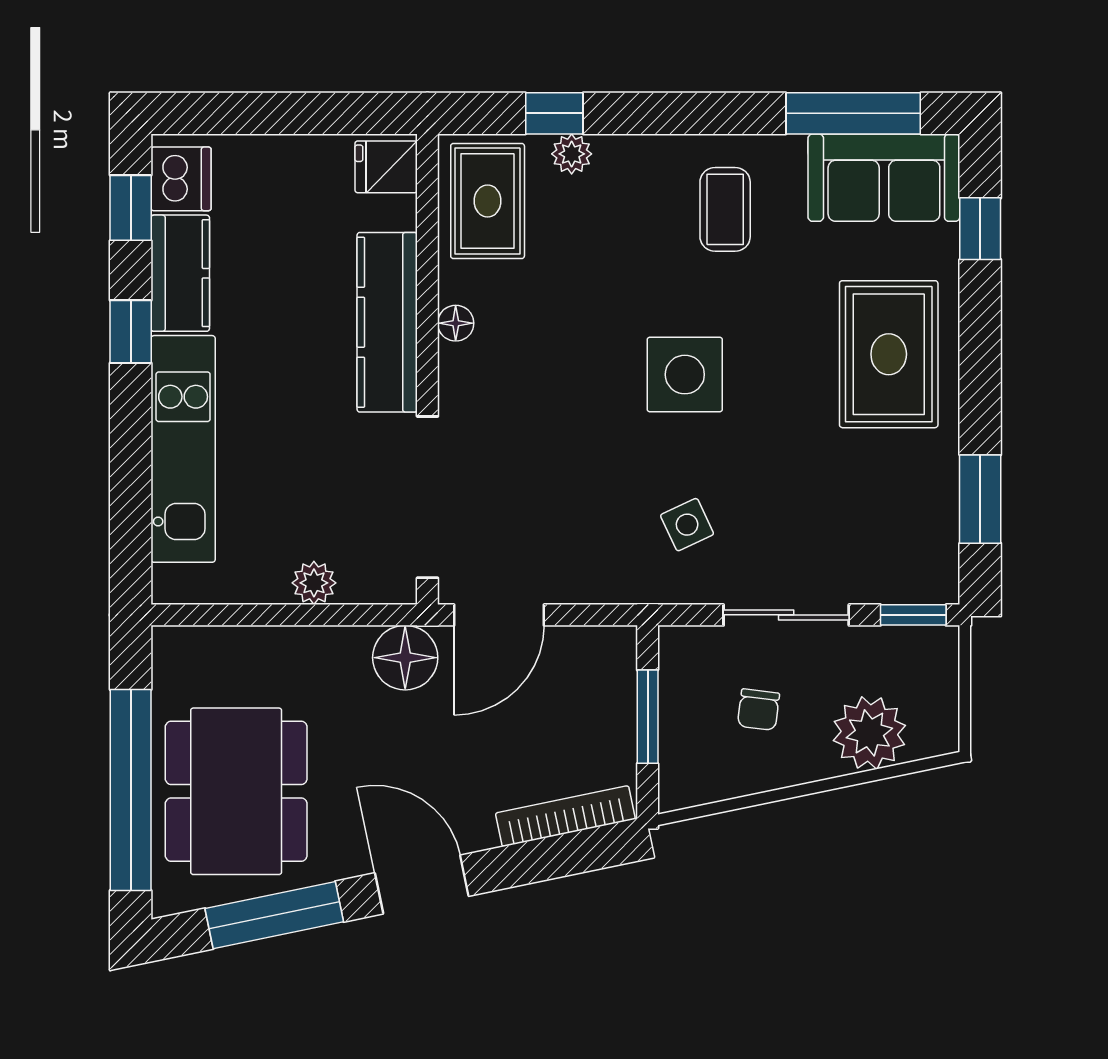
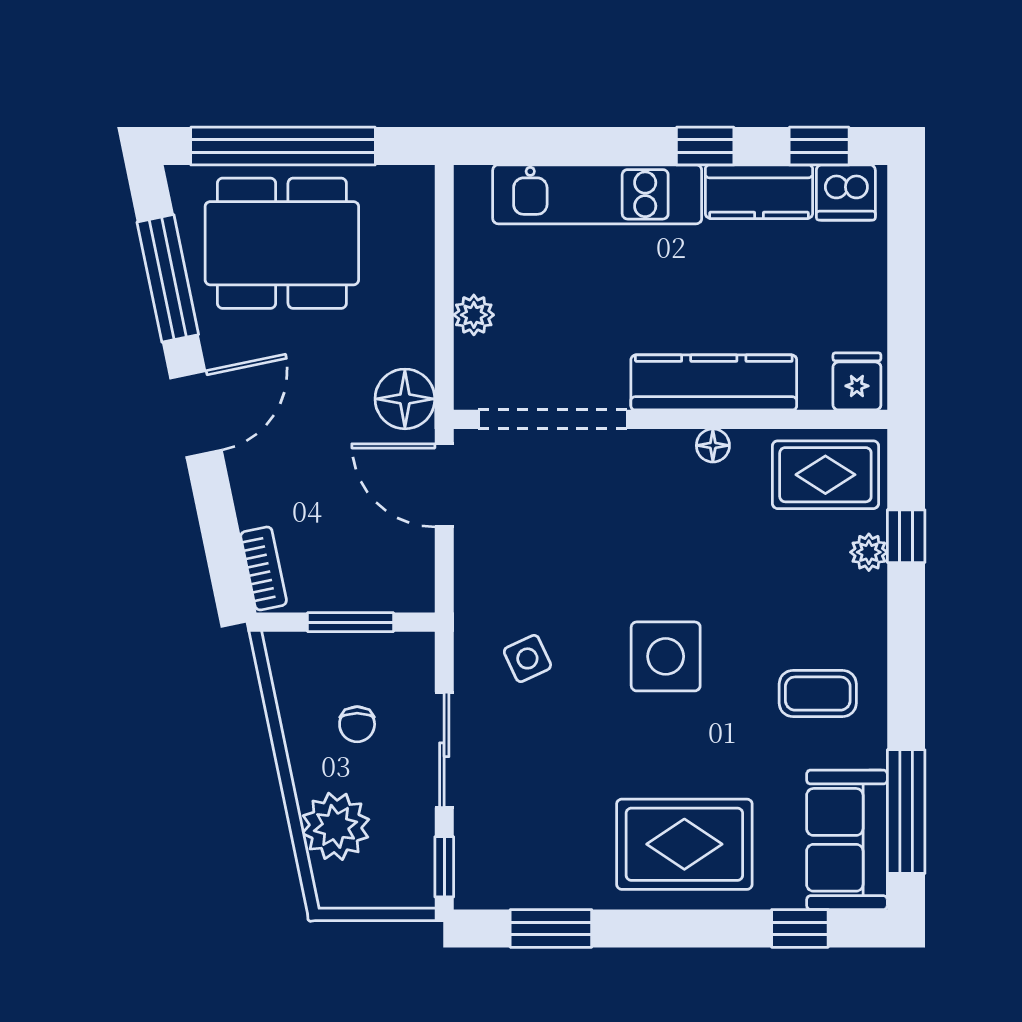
chair: (758, 710) -> (357, 724), turned -97
bookcase: (565, 816) -> (264, 568), width x0.64

